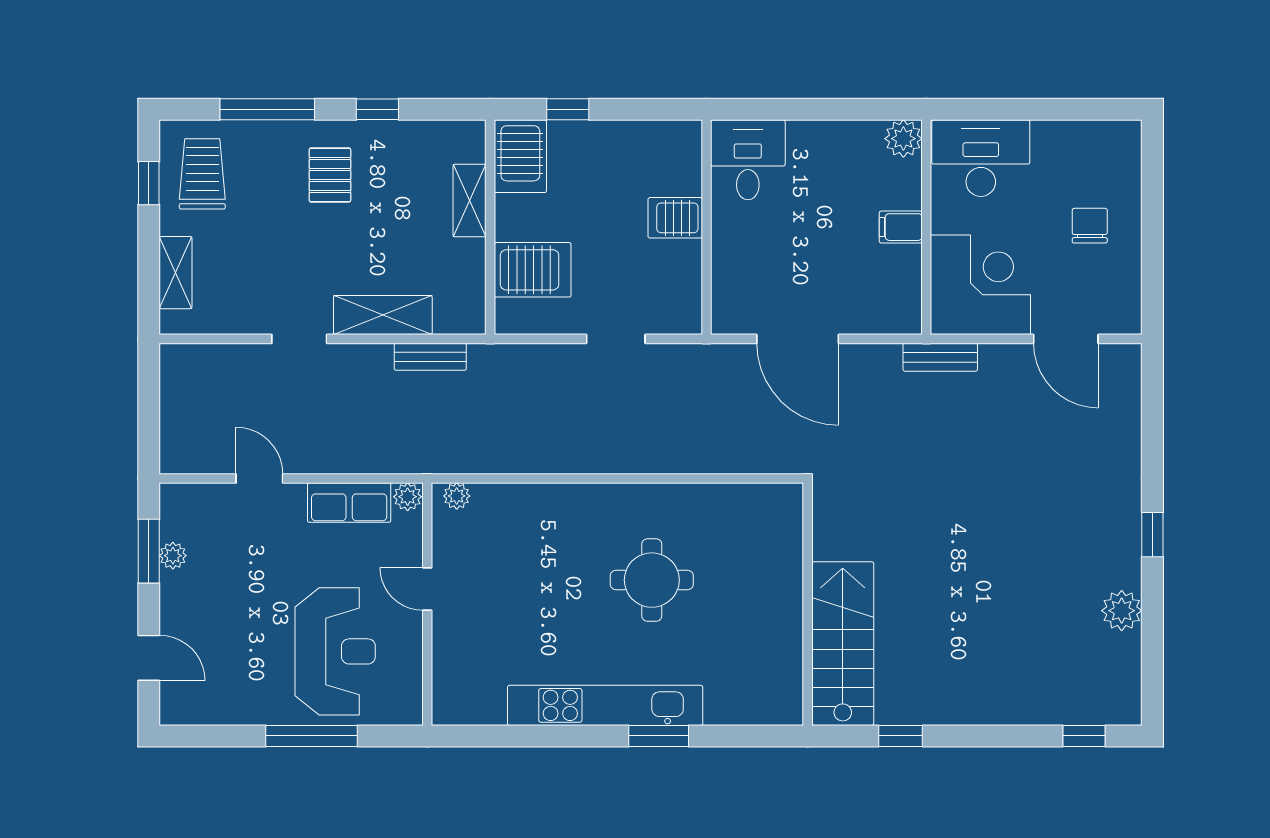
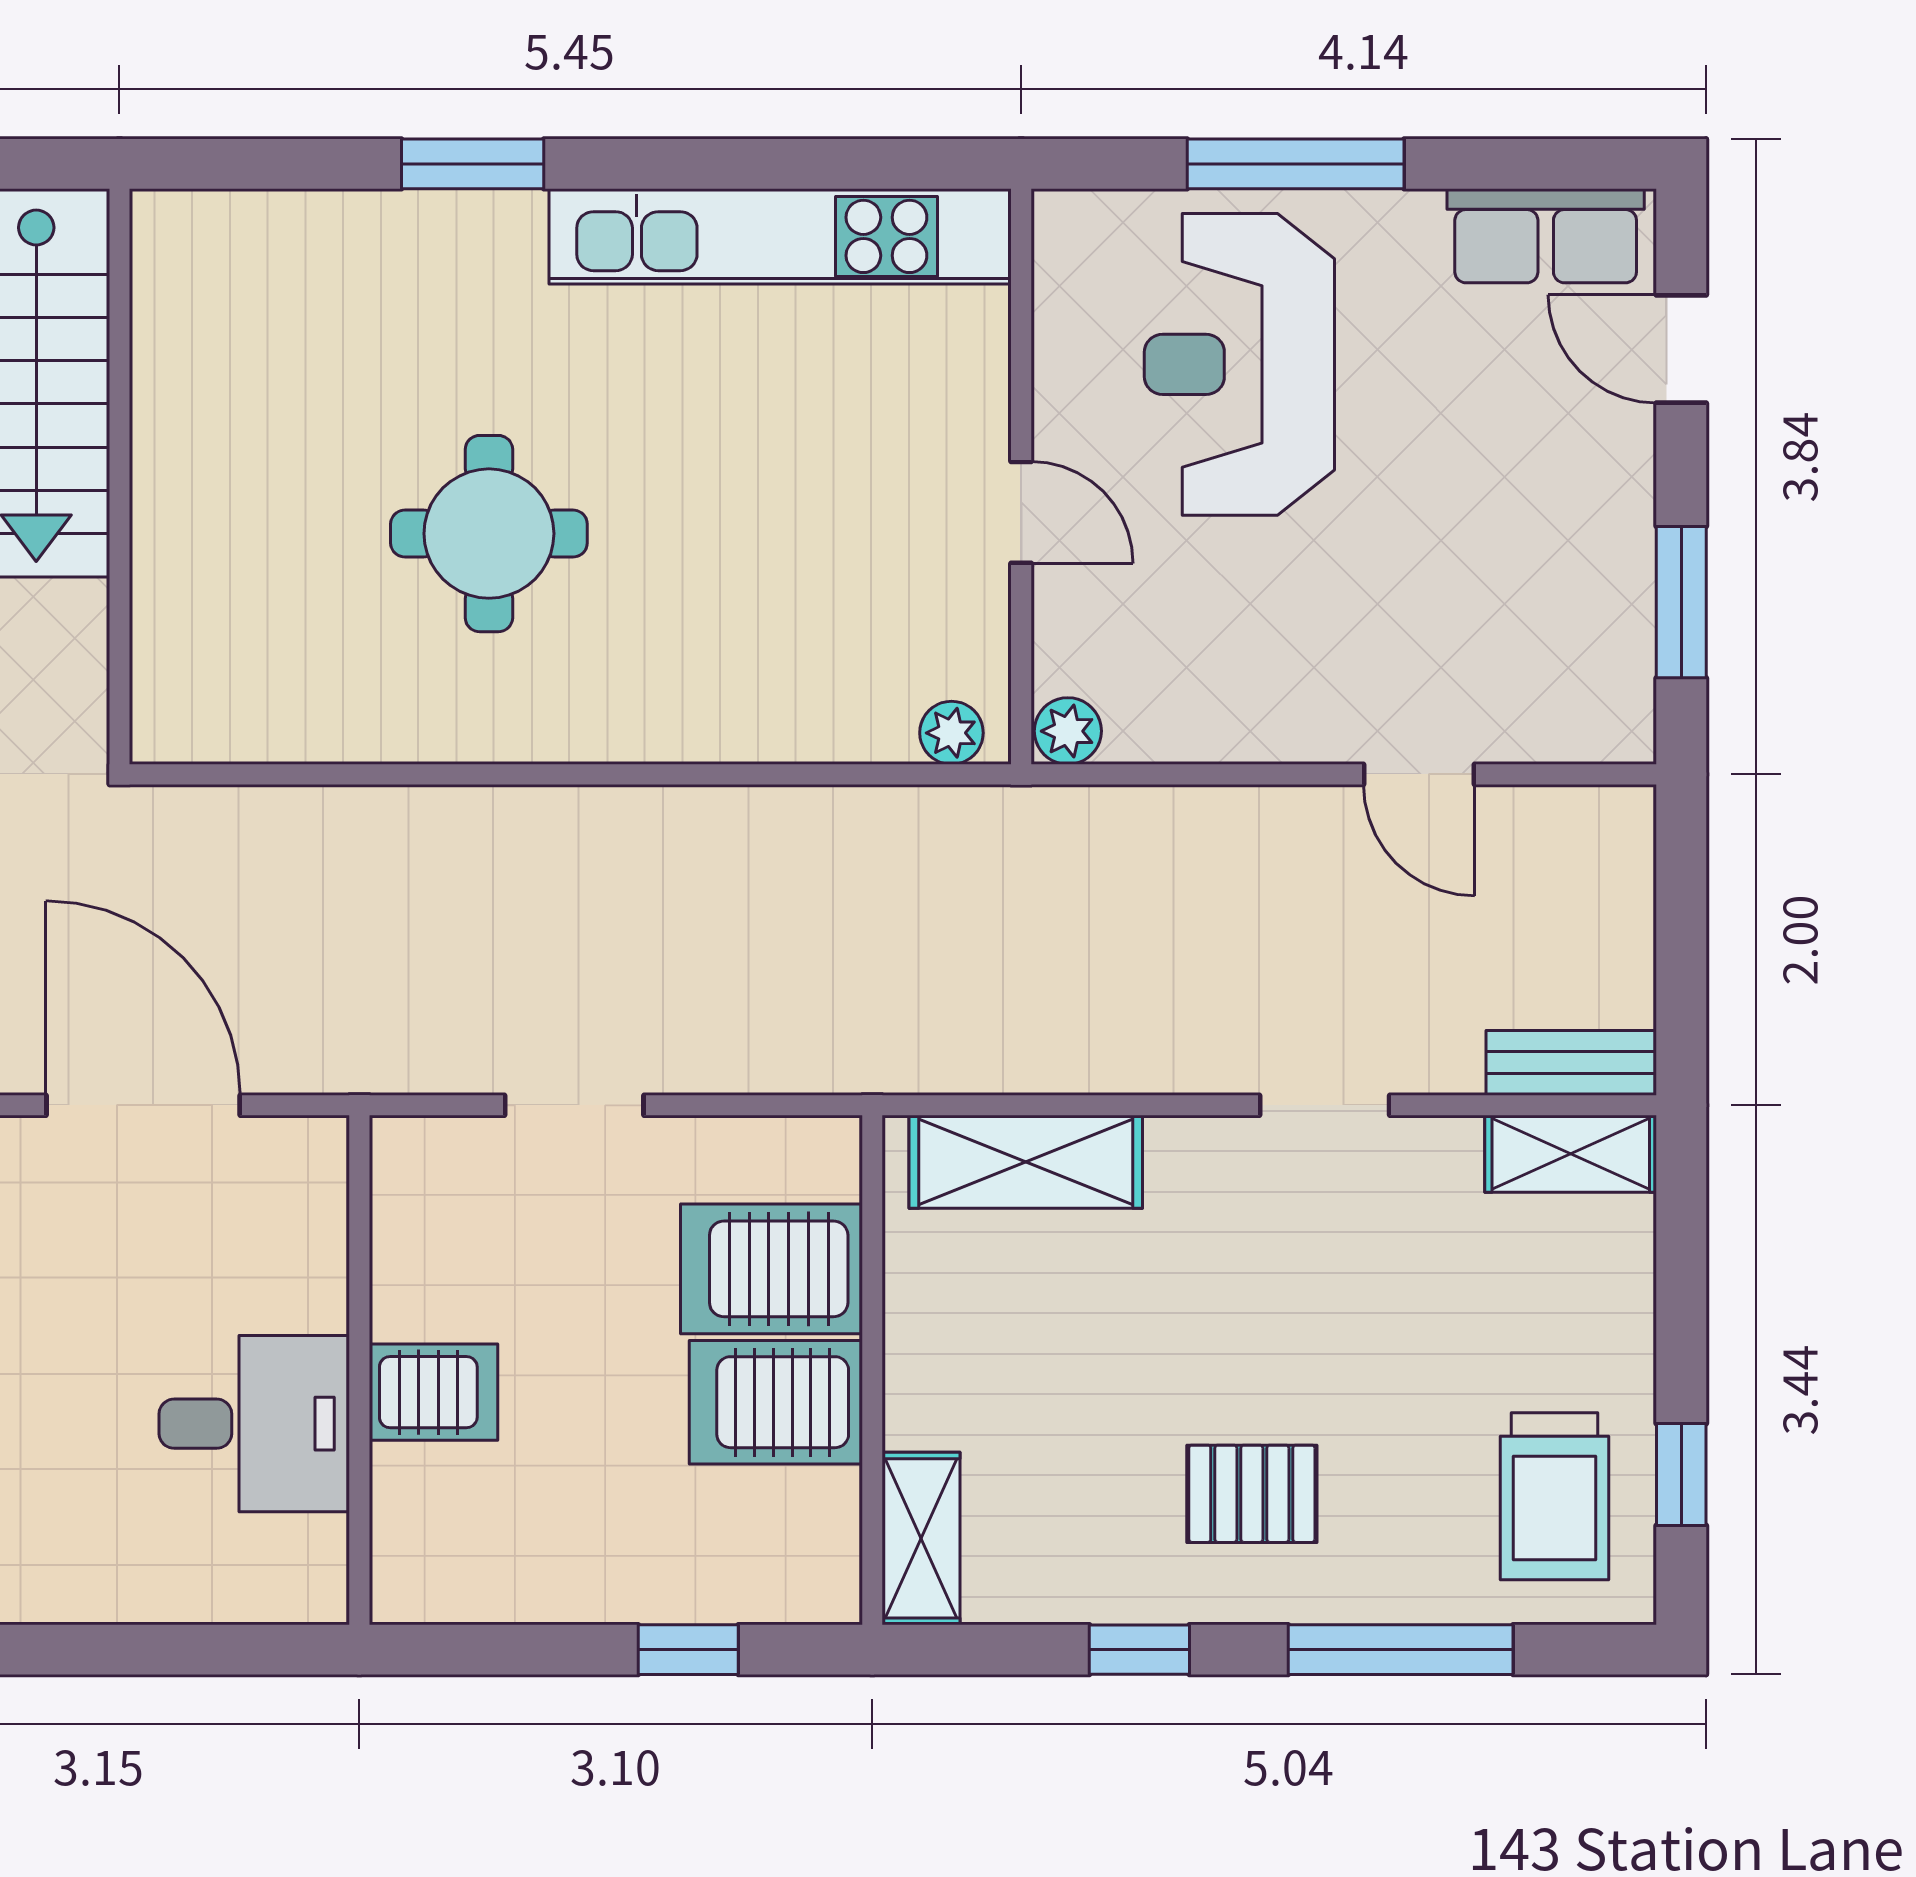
server rack: (520, 156) -> (776, 1402), moved, turned -90
desk: (748, 160) -> (254, 1424), moved, turned -90
pallet: (330, 175) -> (1252, 1494), turned 90
shelving: (469, 201) -> (921, 1538), moved
shelving: (176, 273) -> (1571, 1154), moved, turned 90
shelving: (383, 315) -> (1026, 1162), moved
bench: (430, 357) -> (1571, 1063), moved
row of seats: (349, 503) -> (1546, 236), moved, turned 180
plant: (173, 556) -> (1624, 591), removed
kitchen unit: (605, 705) -> (780, 236), moved

